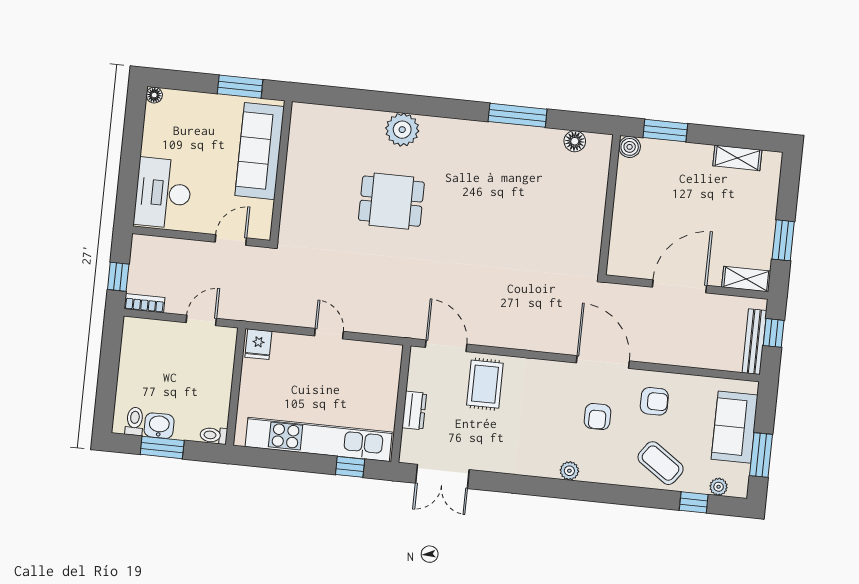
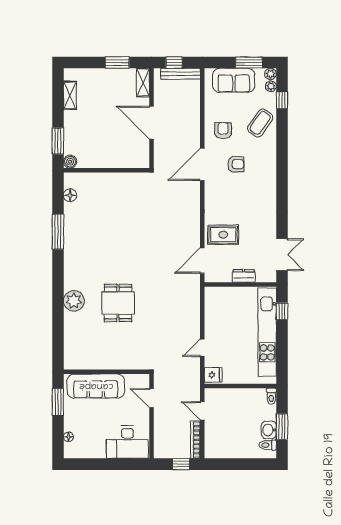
floor lamp: (154, 95) -> (68, 437), moved
bookcase: (145, 303) -> (195, 440), width x1.56
door: (329, 334) -> (202, 348), moved
plant: (569, 471) -> (271, 74), moved

